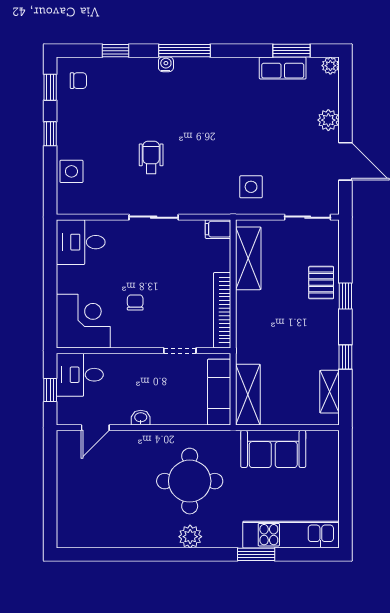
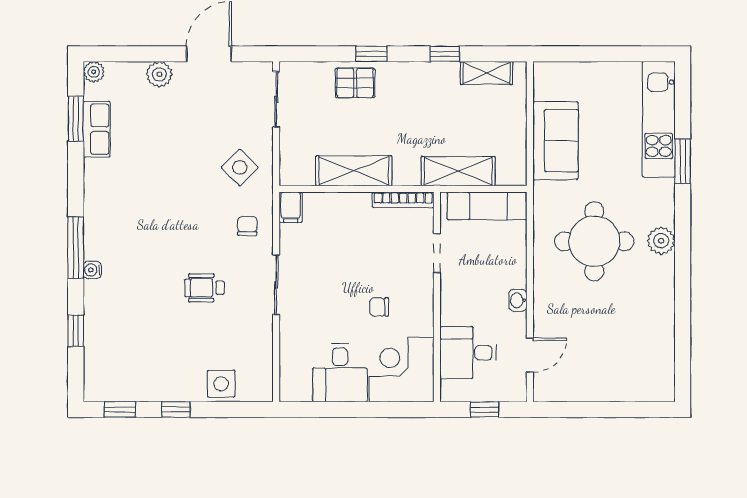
chair: (78, 81) -> (247, 226), moved
side table: (251, 187) -> (240, 167), turned 45
desk: (81, 242) -> (340, 373), moved
shelving: (248, 258) -> (354, 171), moved
bookcase: (222, 310) -> (403, 200), width x0.68, depth x0.76
desk: (80, 375) -> (468, 353), moved, turned 90
shelving: (248, 395) -> (458, 171), moved
door: (95, 428) -> (530, 355), hinge flipped

